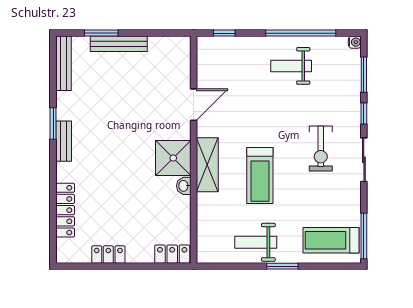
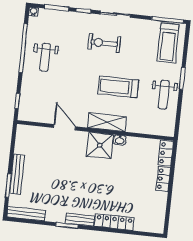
exercise bike: (321, 149) -> (104, 43), turned 180
treadmill: (260, 176) -> (118, 87), turned 180
locker: (65, 210) -> (114, 222), moved
locker: (108, 255) -> (163, 179), moved

